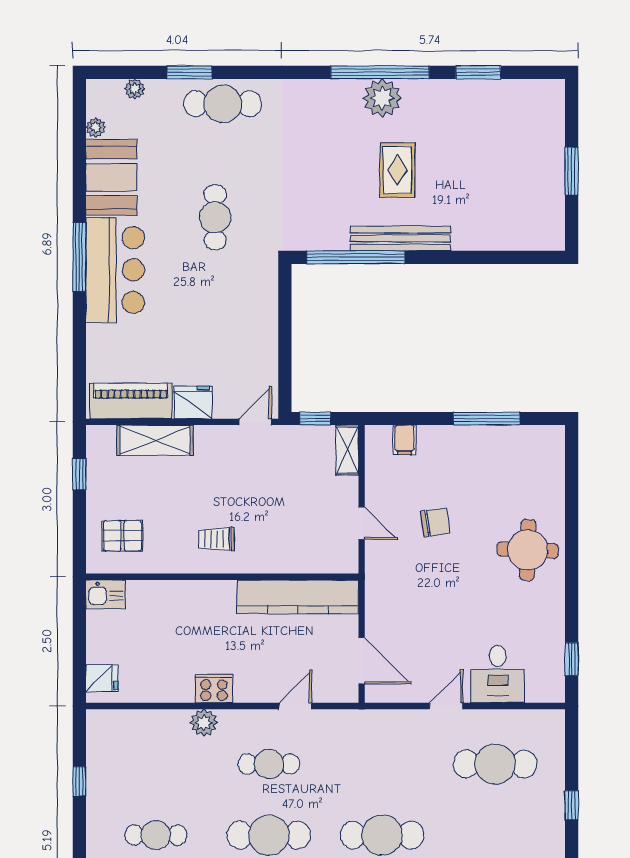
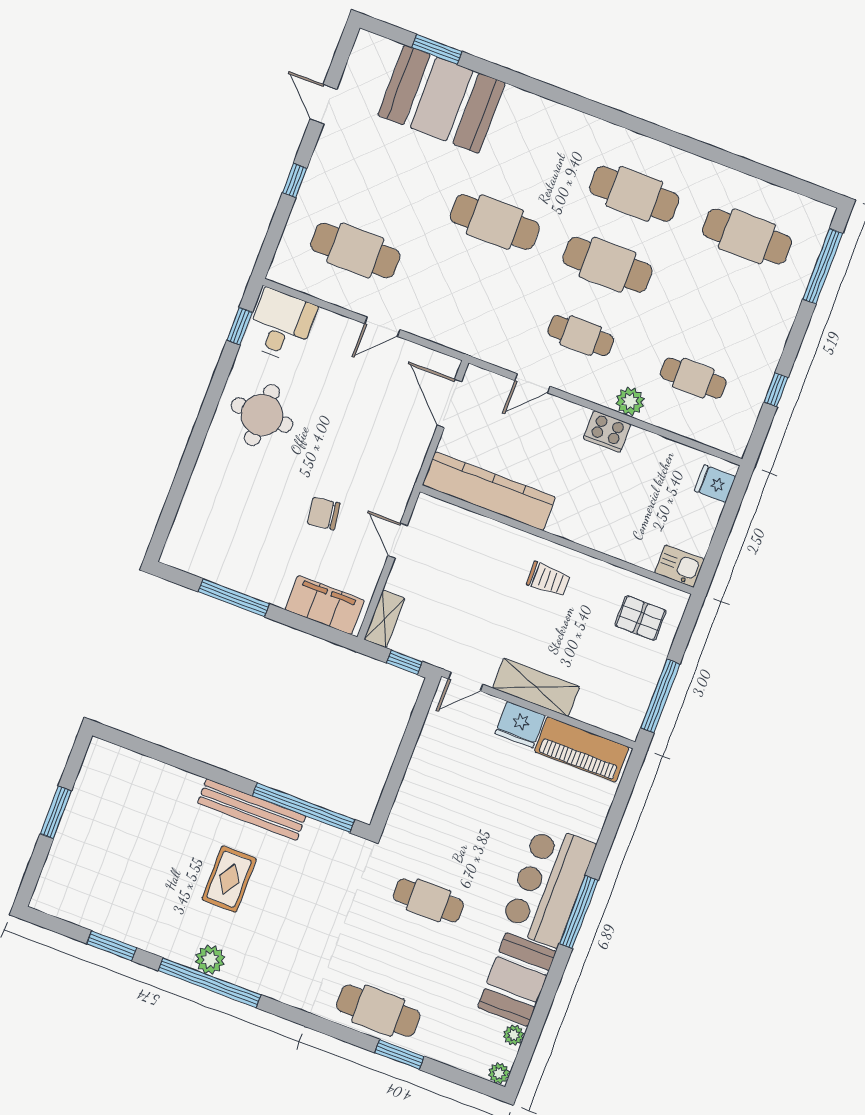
plant: (135, 89) -> (499, 1073), moved
plant: (382, 98) -> (210, 960), width x0.73, depth x0.73
cafe table: (215, 217) -> (428, 900), turned 90
shelving: (155, 440) -> (536, 687), moved
filing cabinet: (404, 440) -> (325, 605), width x3.00, depth x1.17
window: (79, 474) -> (660, 696), width x2.17
round table: (528, 550) -> (262, 415), moved
desk: (498, 674) -> (281, 325), moved
cafe table: (156, 835) -> (693, 378), moved

